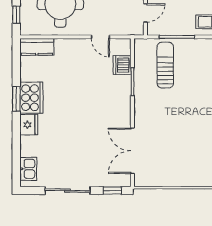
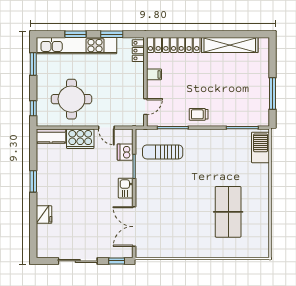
sun lounger: (165, 65) -> (163, 152), turned -90
cooker: (31, 98) -> (80, 139), moved, turned 90
fridge: (29, 125) -> (44, 215), moved
kitchen sink: (28, 169) -> (126, 188), moved, turned 180

